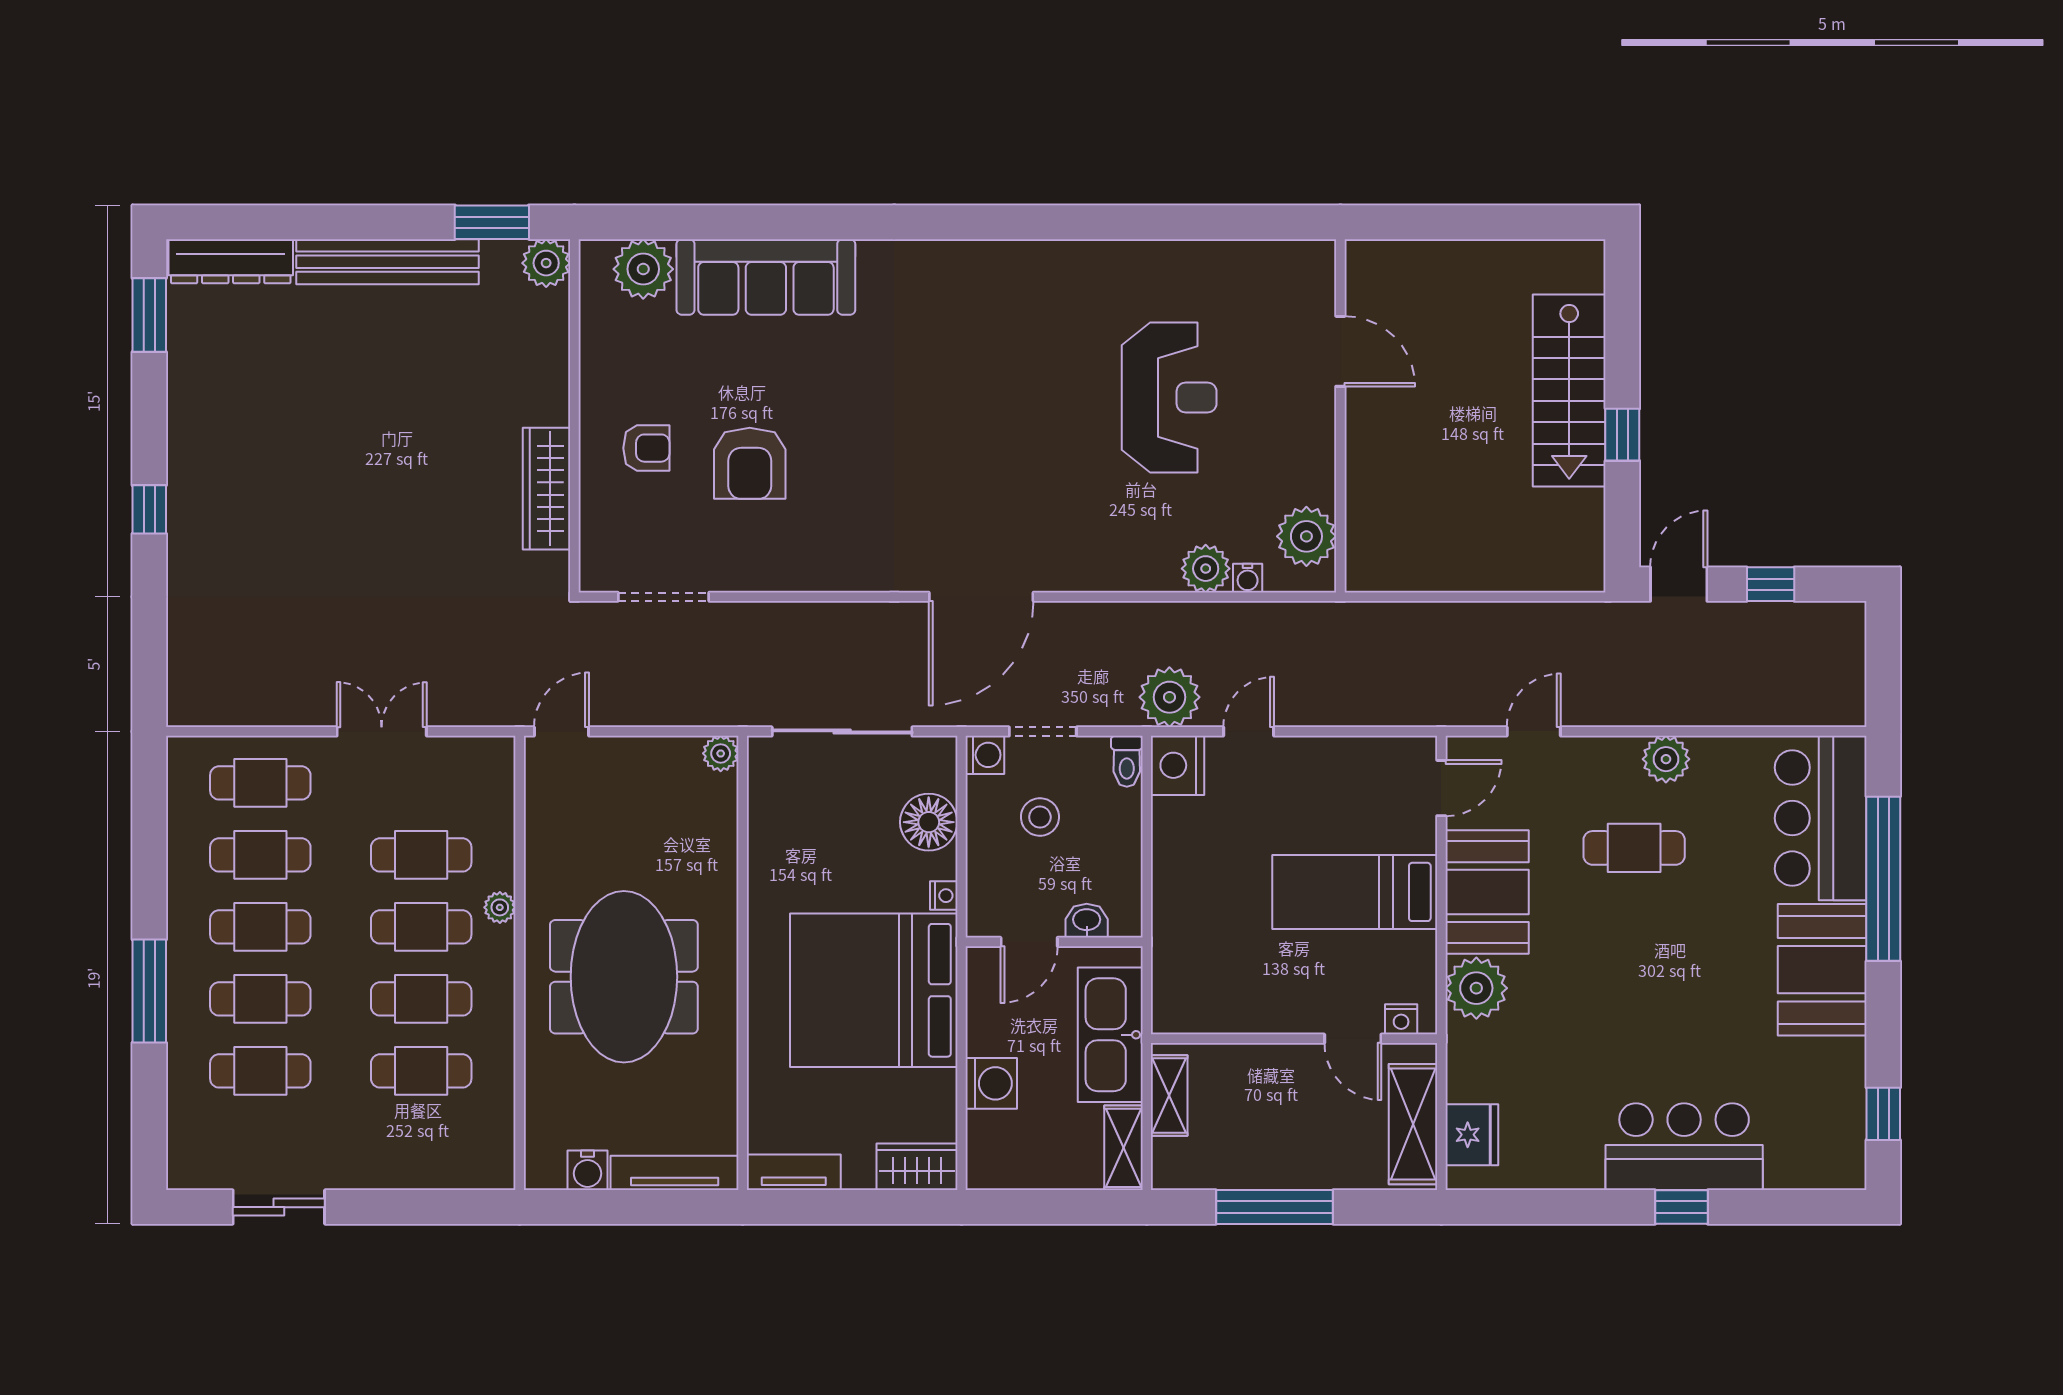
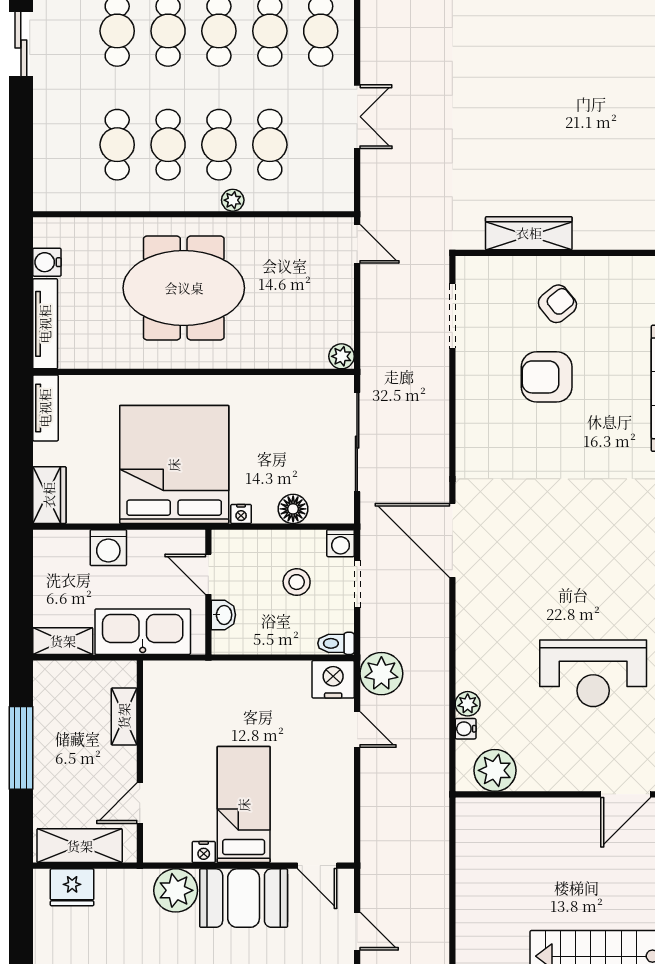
armchair: (646, 448) -> (557, 304), turned -129
plant: (1206, 569) -> (468, 704), width x0.73, depth x0.73
floor lamp: (929, 822) -> (293, 509), width x0.73, depth x0.73
nightstand: (1401, 1019) -> (204, 852), moved, turned -90
shelving: (1169, 1095) -> (124, 716), moved, turned 90

